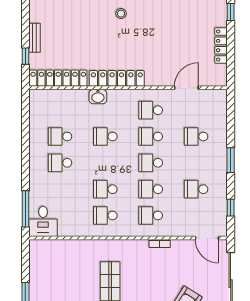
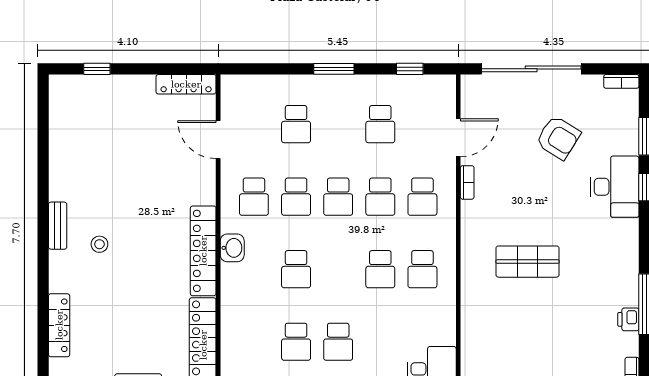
locker: (221, 46) -> (186, 84), moved
washbasin: (98, 97) -> (232, 248), moved
door: (207, 238) -> (458, 138), moved

